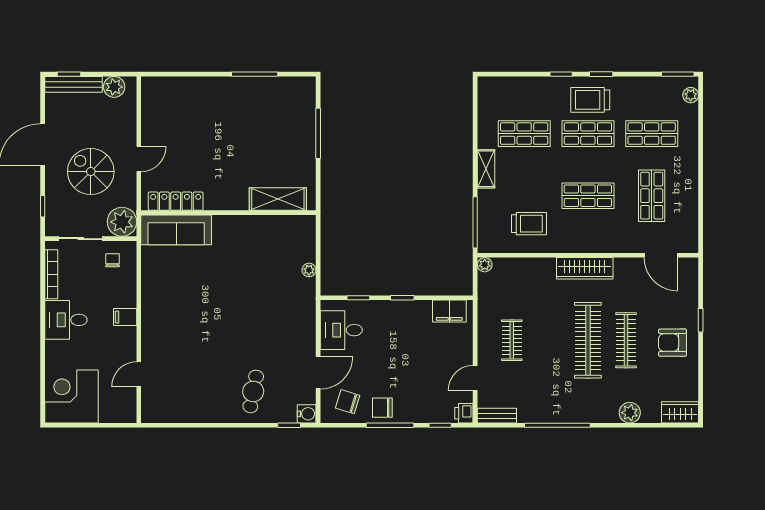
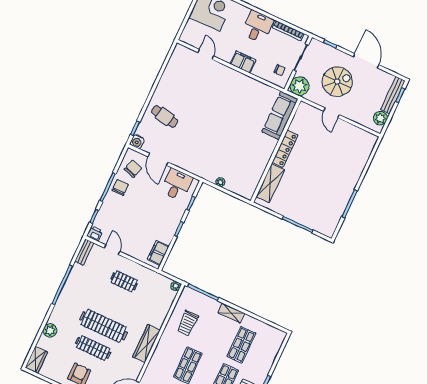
locker: (176, 201) -> (285, 149), moved
filing cabinet: (125, 317) -> (243, 62), width x2.00

